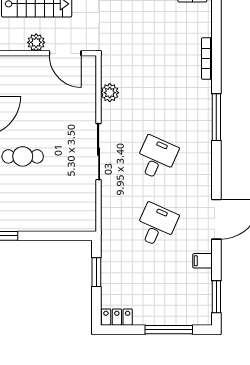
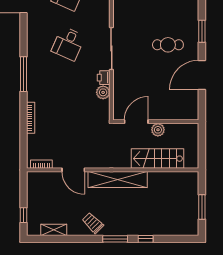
door: (65, 53) -> (136, 122), hinge flipped
printer: (109, 112) -> (104, 78), added

